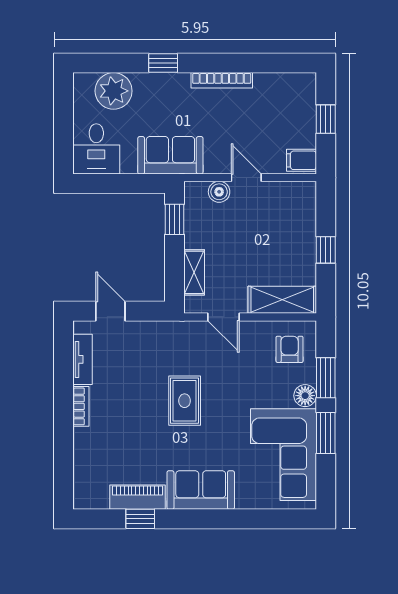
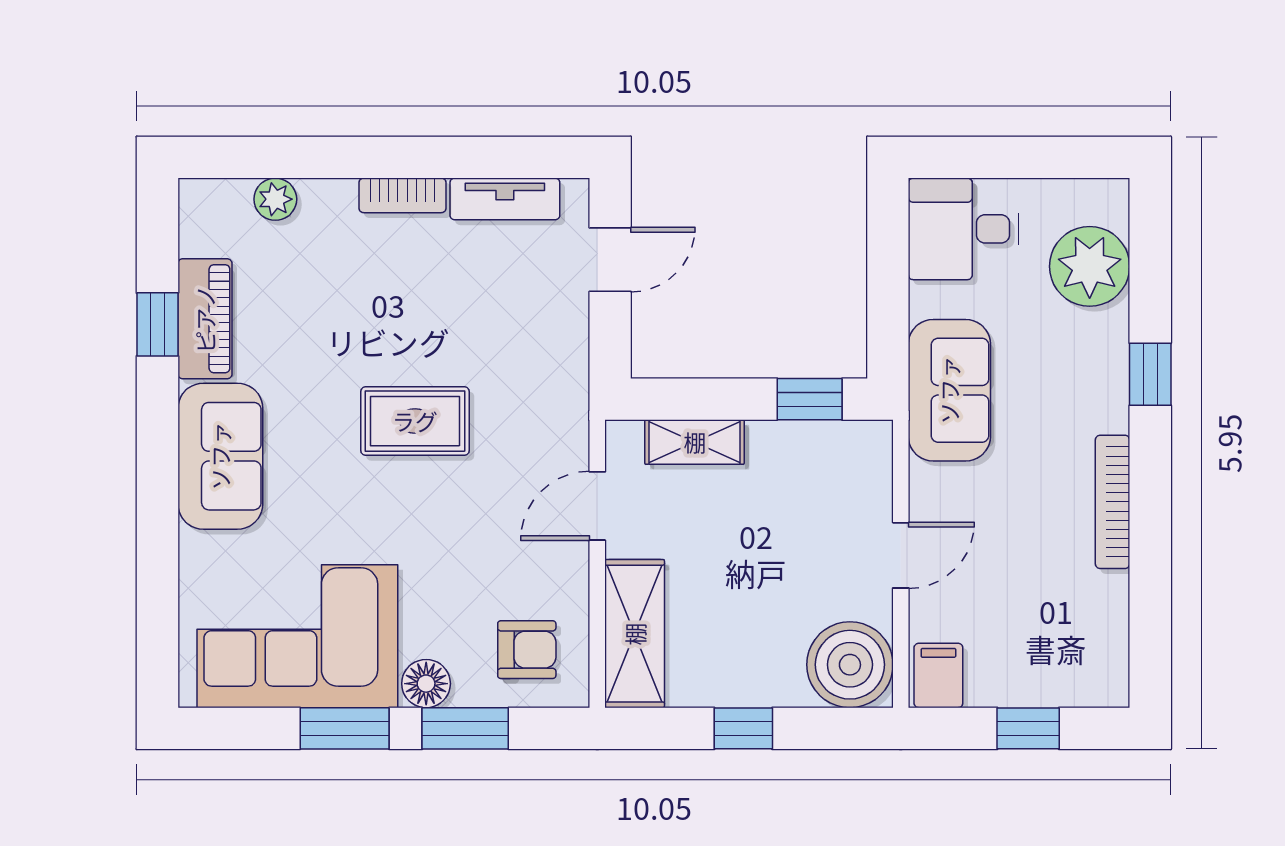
boiler: (219, 192) -> (850, 665), moved, width x1.86, depth x1.86
plant: (83, 465) -> (275, 199), added

